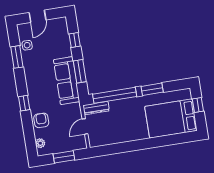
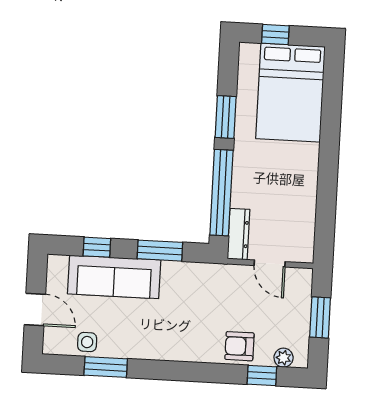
sofa: (67, 81) -> (114, 277), moved
window: (24, 103) -> (262, 375), moved

